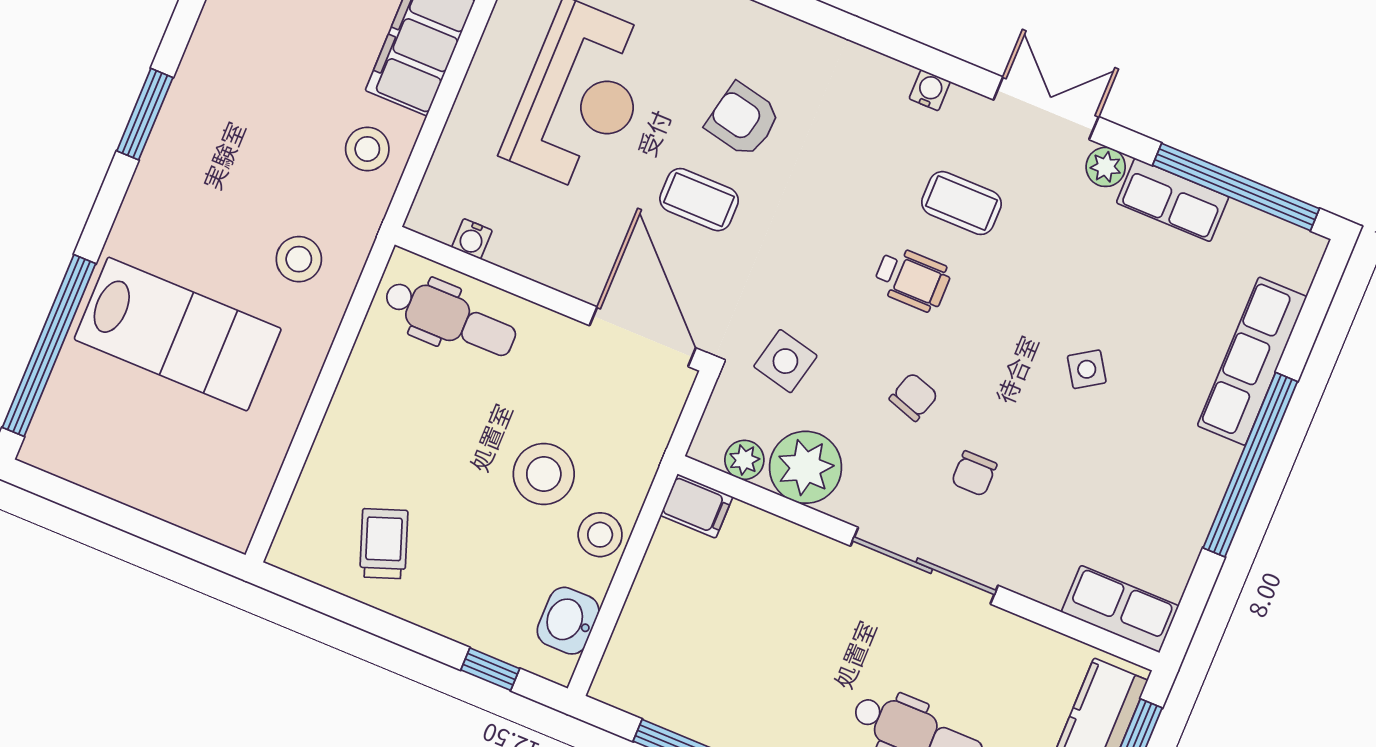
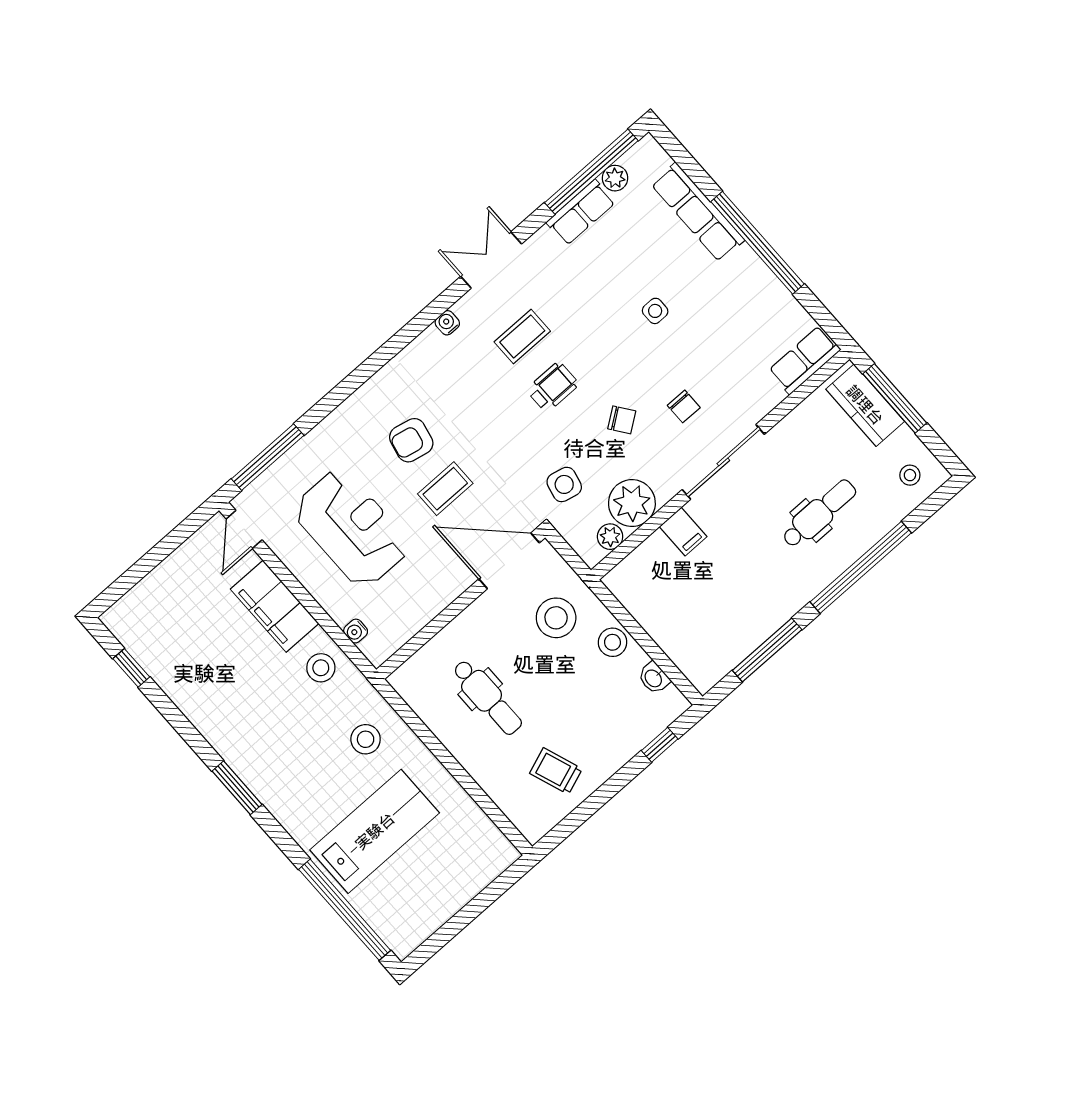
plant: (1106, 167) -> (615, 178), moved
water cooler: (472, 239) -> (356, 631), moved, turned 90
dental chair: (450, 318) -> (487, 697), moved, turned 90
side table: (1087, 369) -> (655, 311), turned 33
chair: (914, 397) -> (622, 420), turned 126
stool: (544, 474) -> (556, 618), moved
filing cabinet: (697, 506) -> (683, 532), moved, turned 90
washbasin: (568, 621) -> (654, 678), width x0.72, depth x0.69

